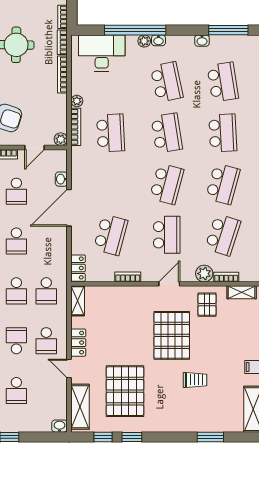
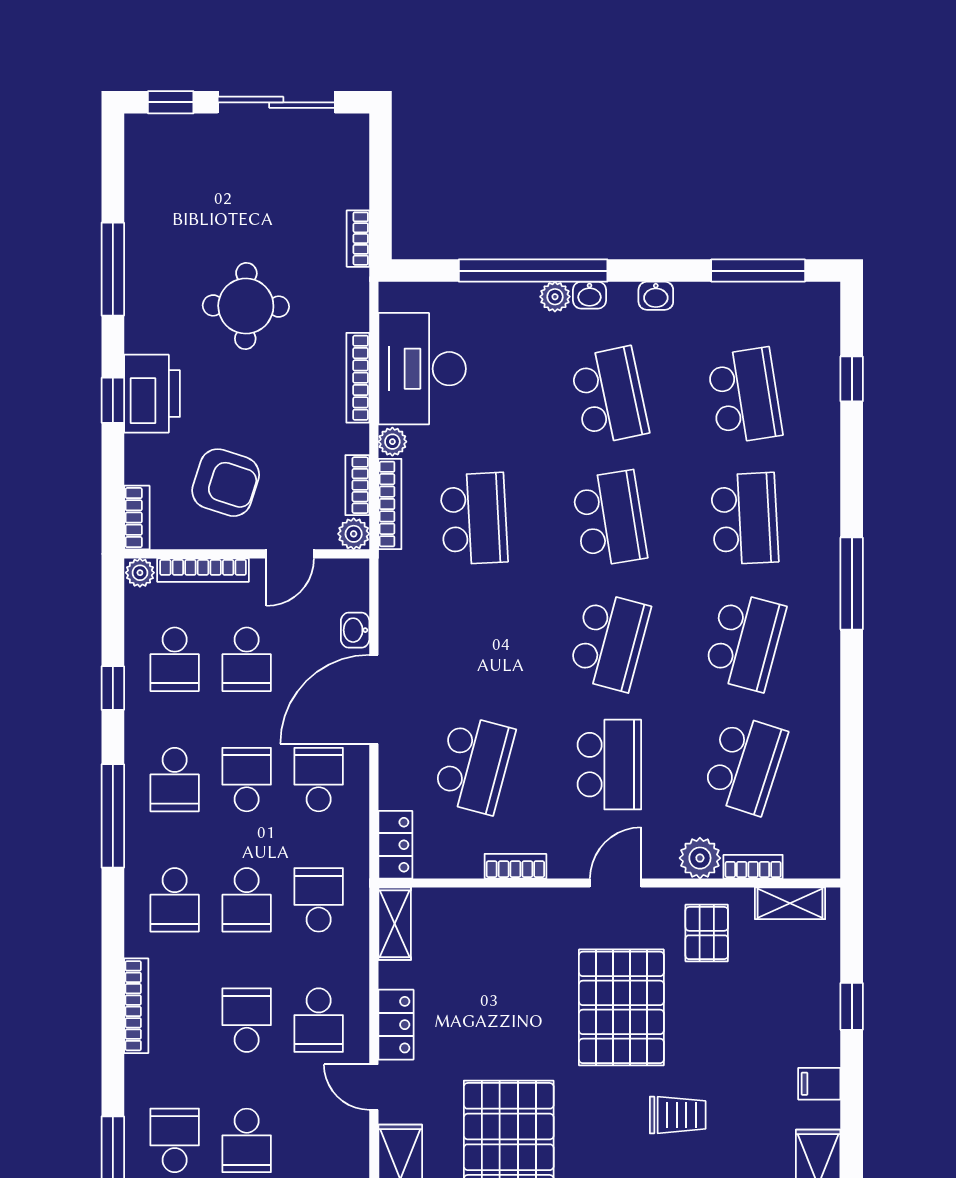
washbasin: (202, 41) -> (656, 296), moved
bookcase: (62, 42) -> (357, 485), moved
desk: (102, 53) -> (422, 369), moved, turned -90
school desk: (16, 241) -> (247, 780), turned 180
school desk: (46, 241) -> (319, 780), added
school desk: (46, 291) -> (319, 900), turned 180

